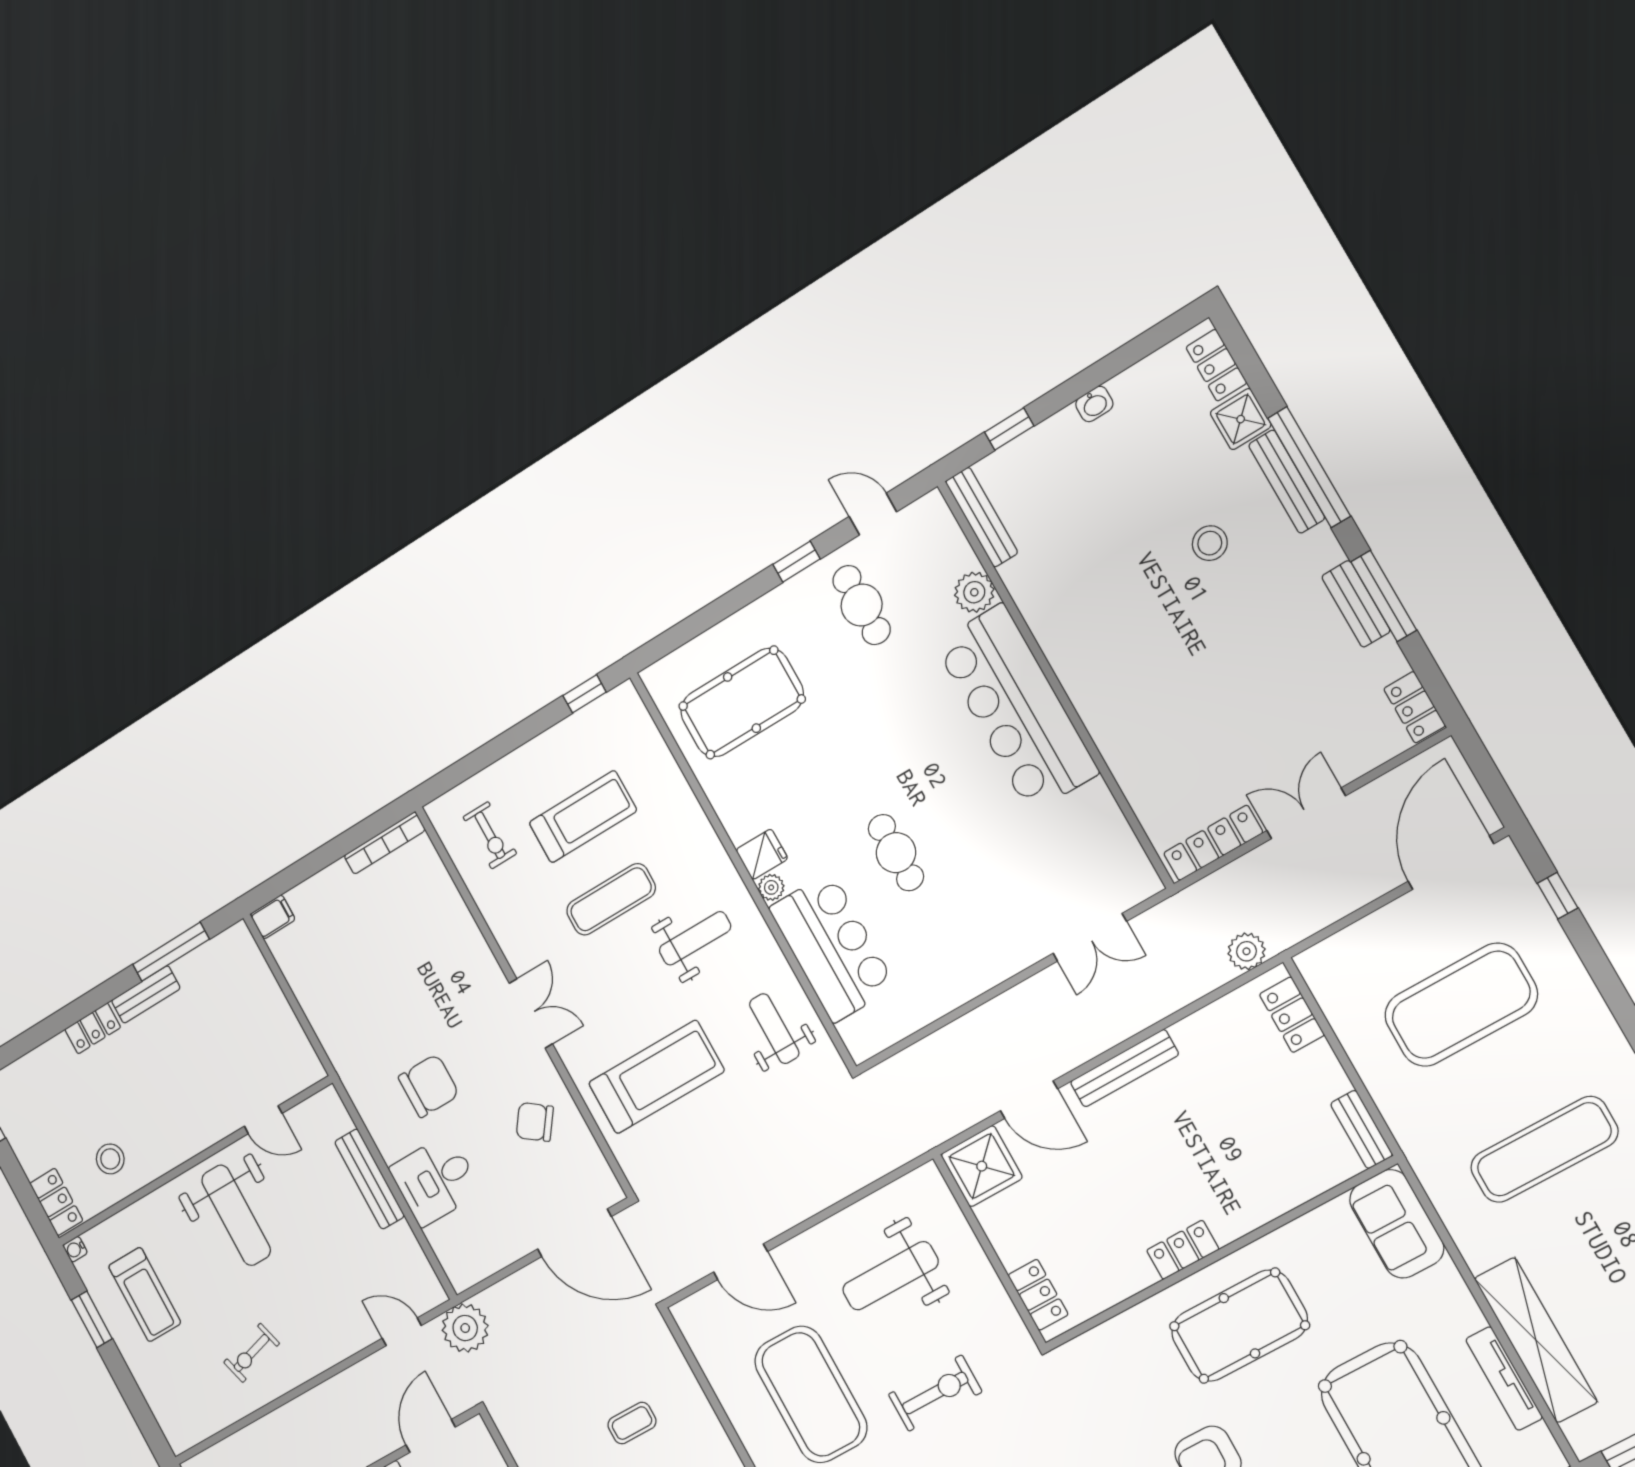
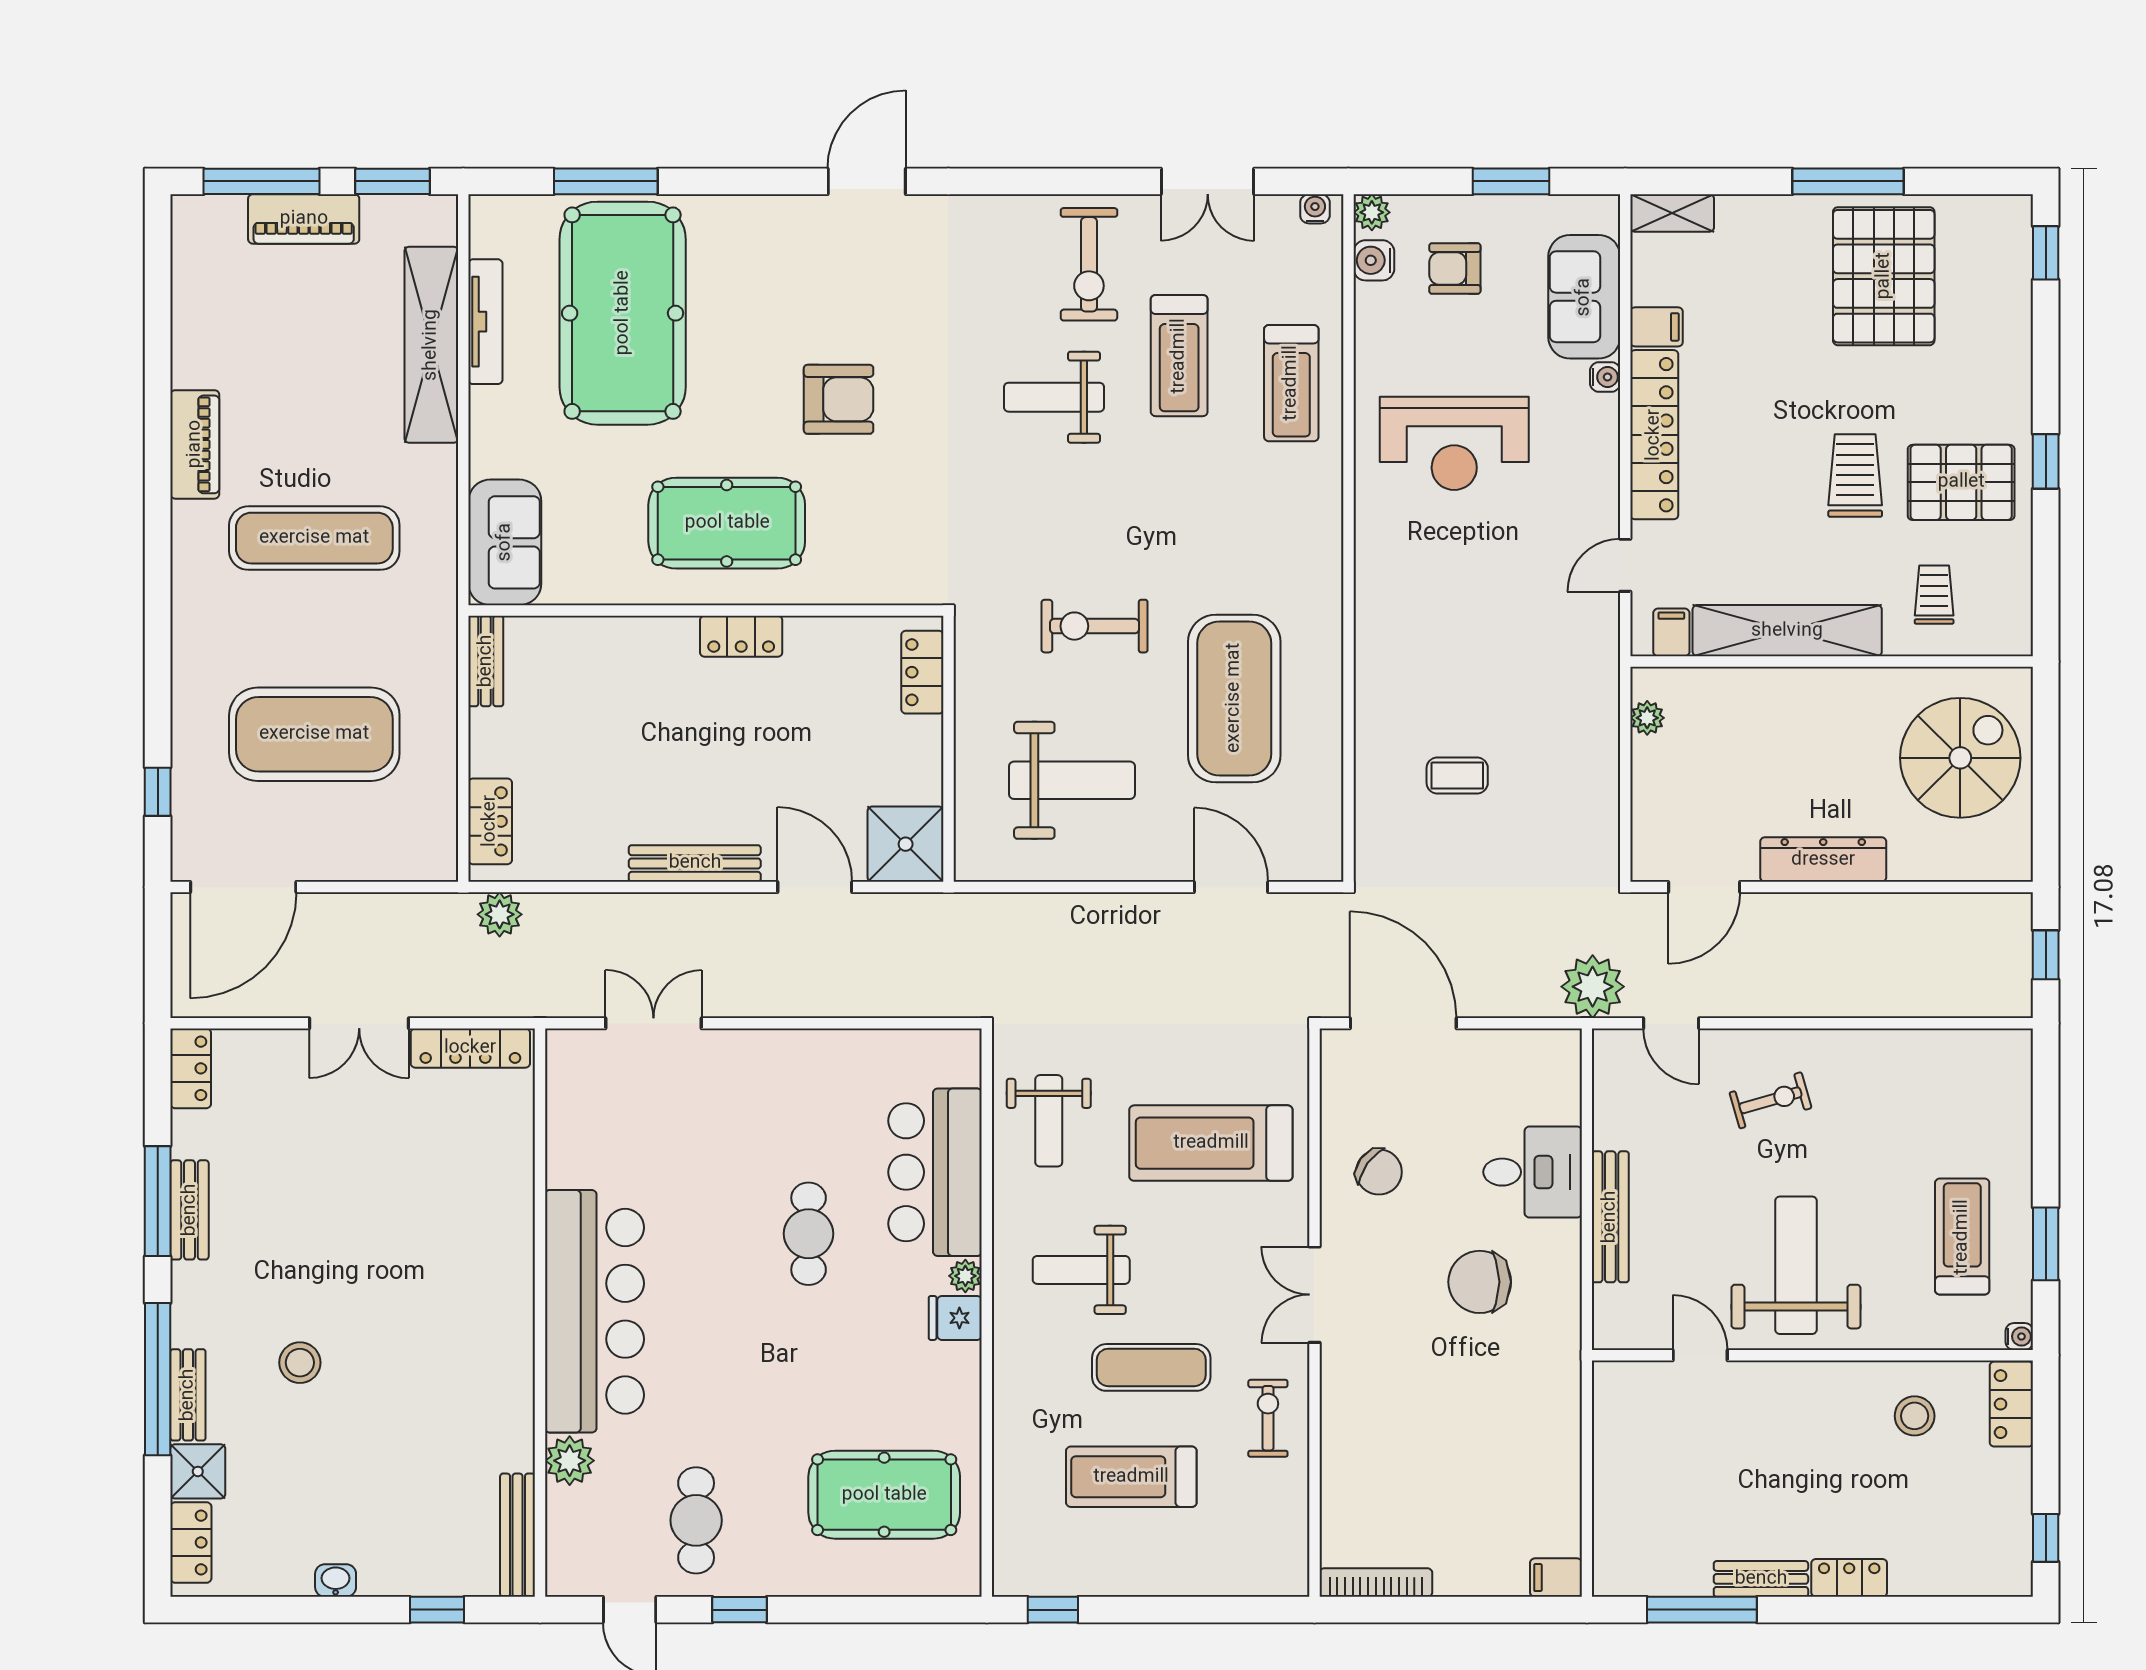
bench: (1287, 482) -> (188, 1395), width x0.73
exercise bike: (490, 835) -> (1268, 1418), moved
exercise bike: (252, 1353) -> (1770, 1100), moved

